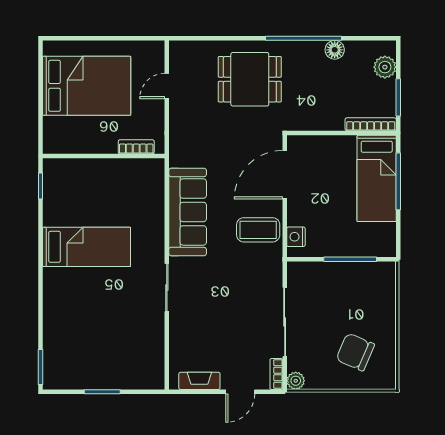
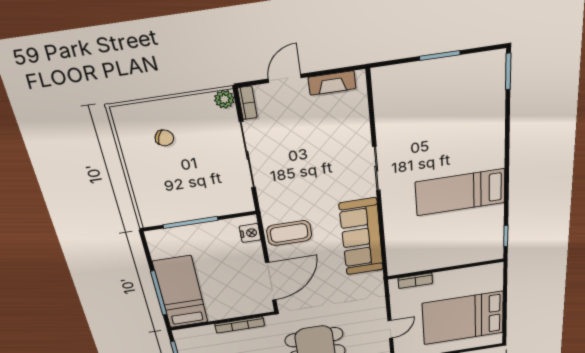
bookcase: (371, 124) -> (240, 325), moved
chair: (355, 352) -> (164, 138), width x0.54, depth x0.54

